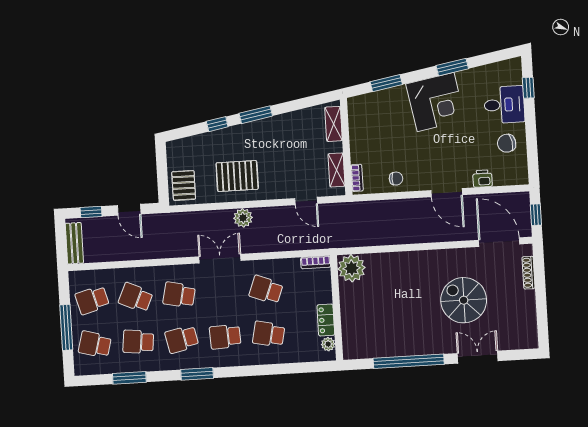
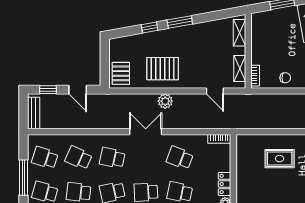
plant: (352, 268) -> (247, 145), removed
rug: (395, 283) -> (280, 159), added
school desk: (92, 300) -> (45, 158), turned 33

